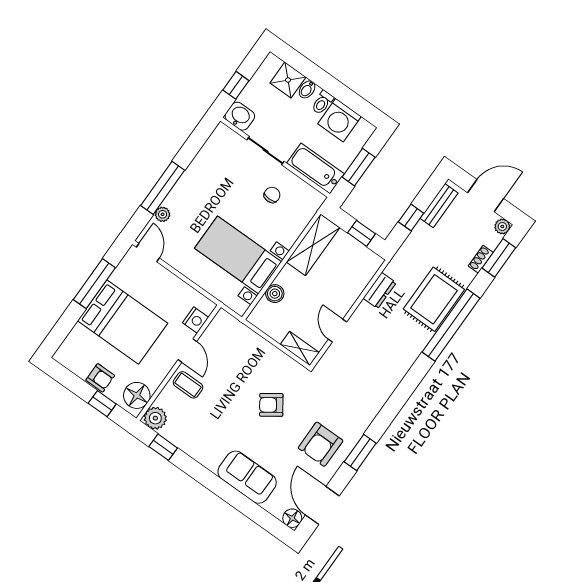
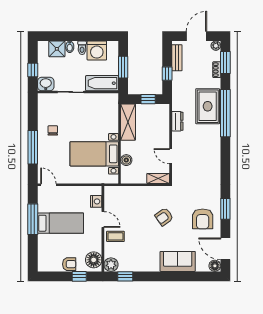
chair: (272, 195) -> (53, 130), moved
plant: (163, 214) -> (42, 160), removed
bed: (123, 322) -> (60, 223), width x0.67

